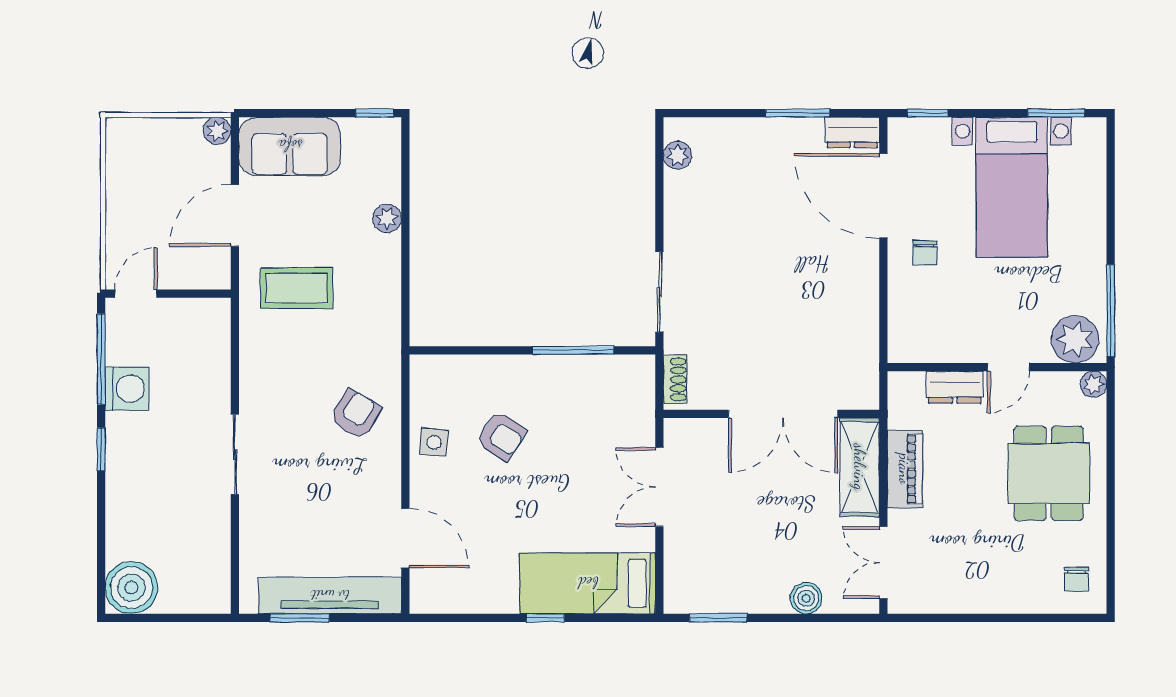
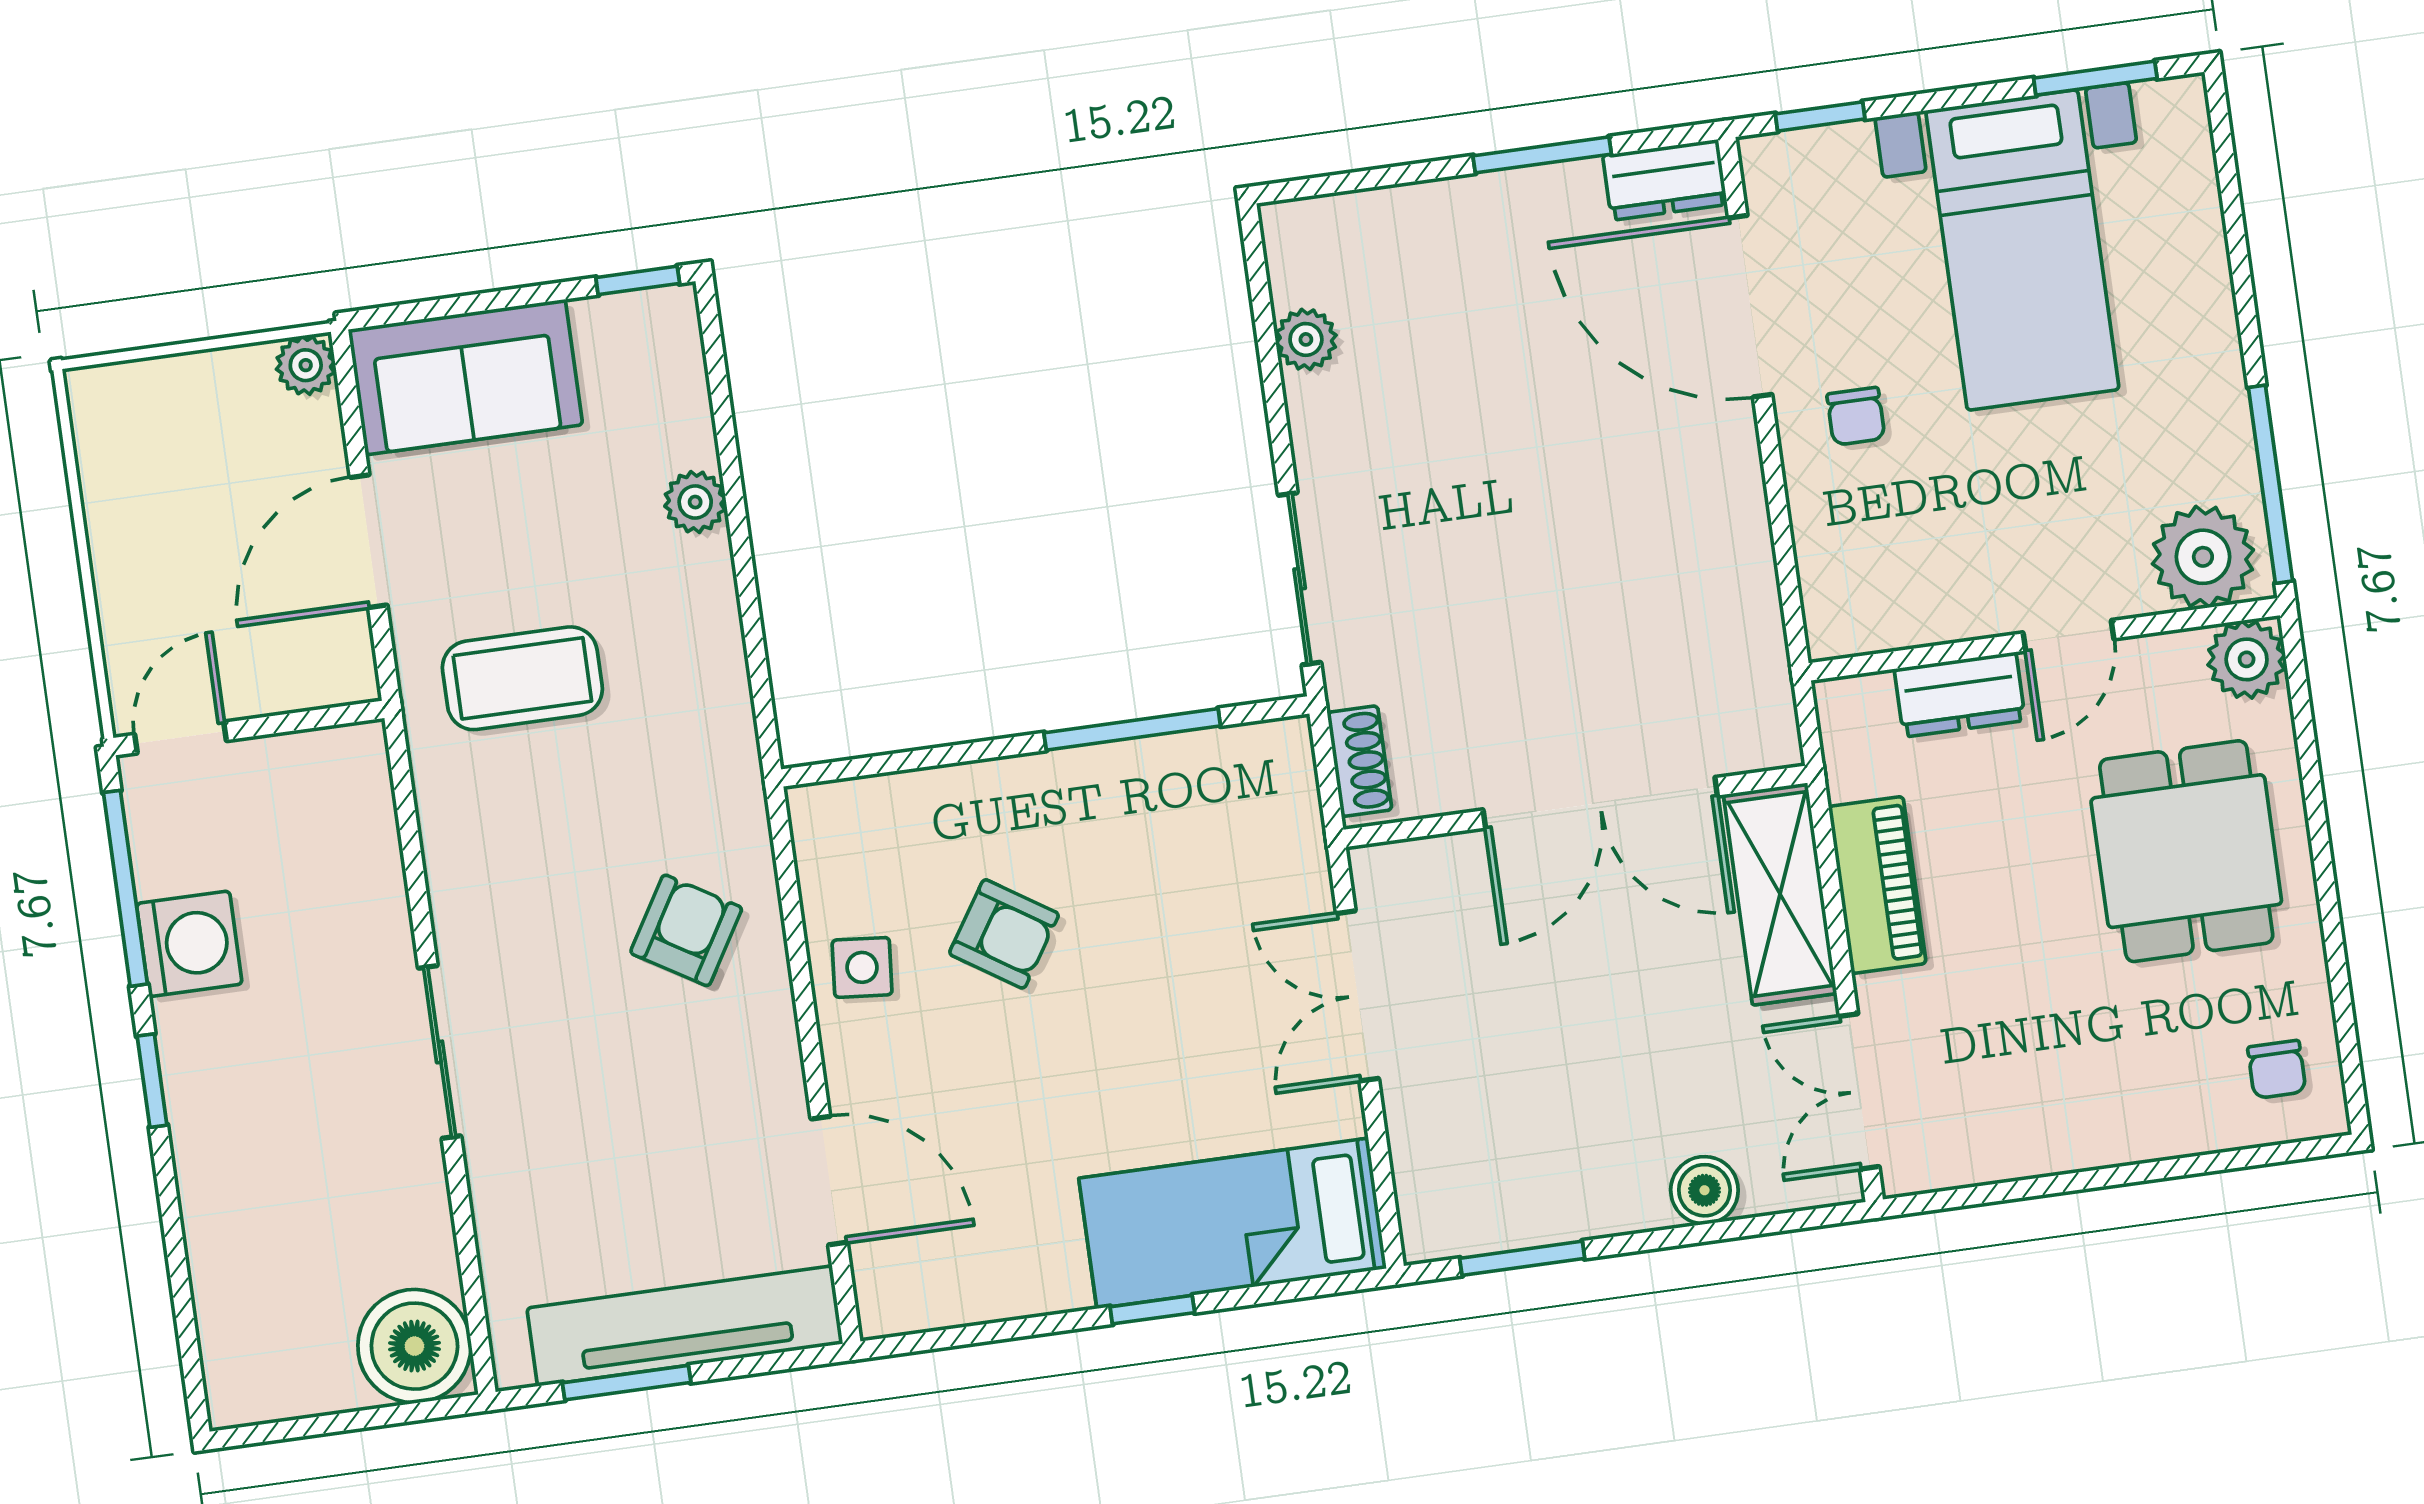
plant: (678, 155) -> (1306, 339), moved
plant: (1093, 384) -> (2247, 659), width x1.38, depth x1.38
boiler: (131, 588) -> (414, 1346), moved

